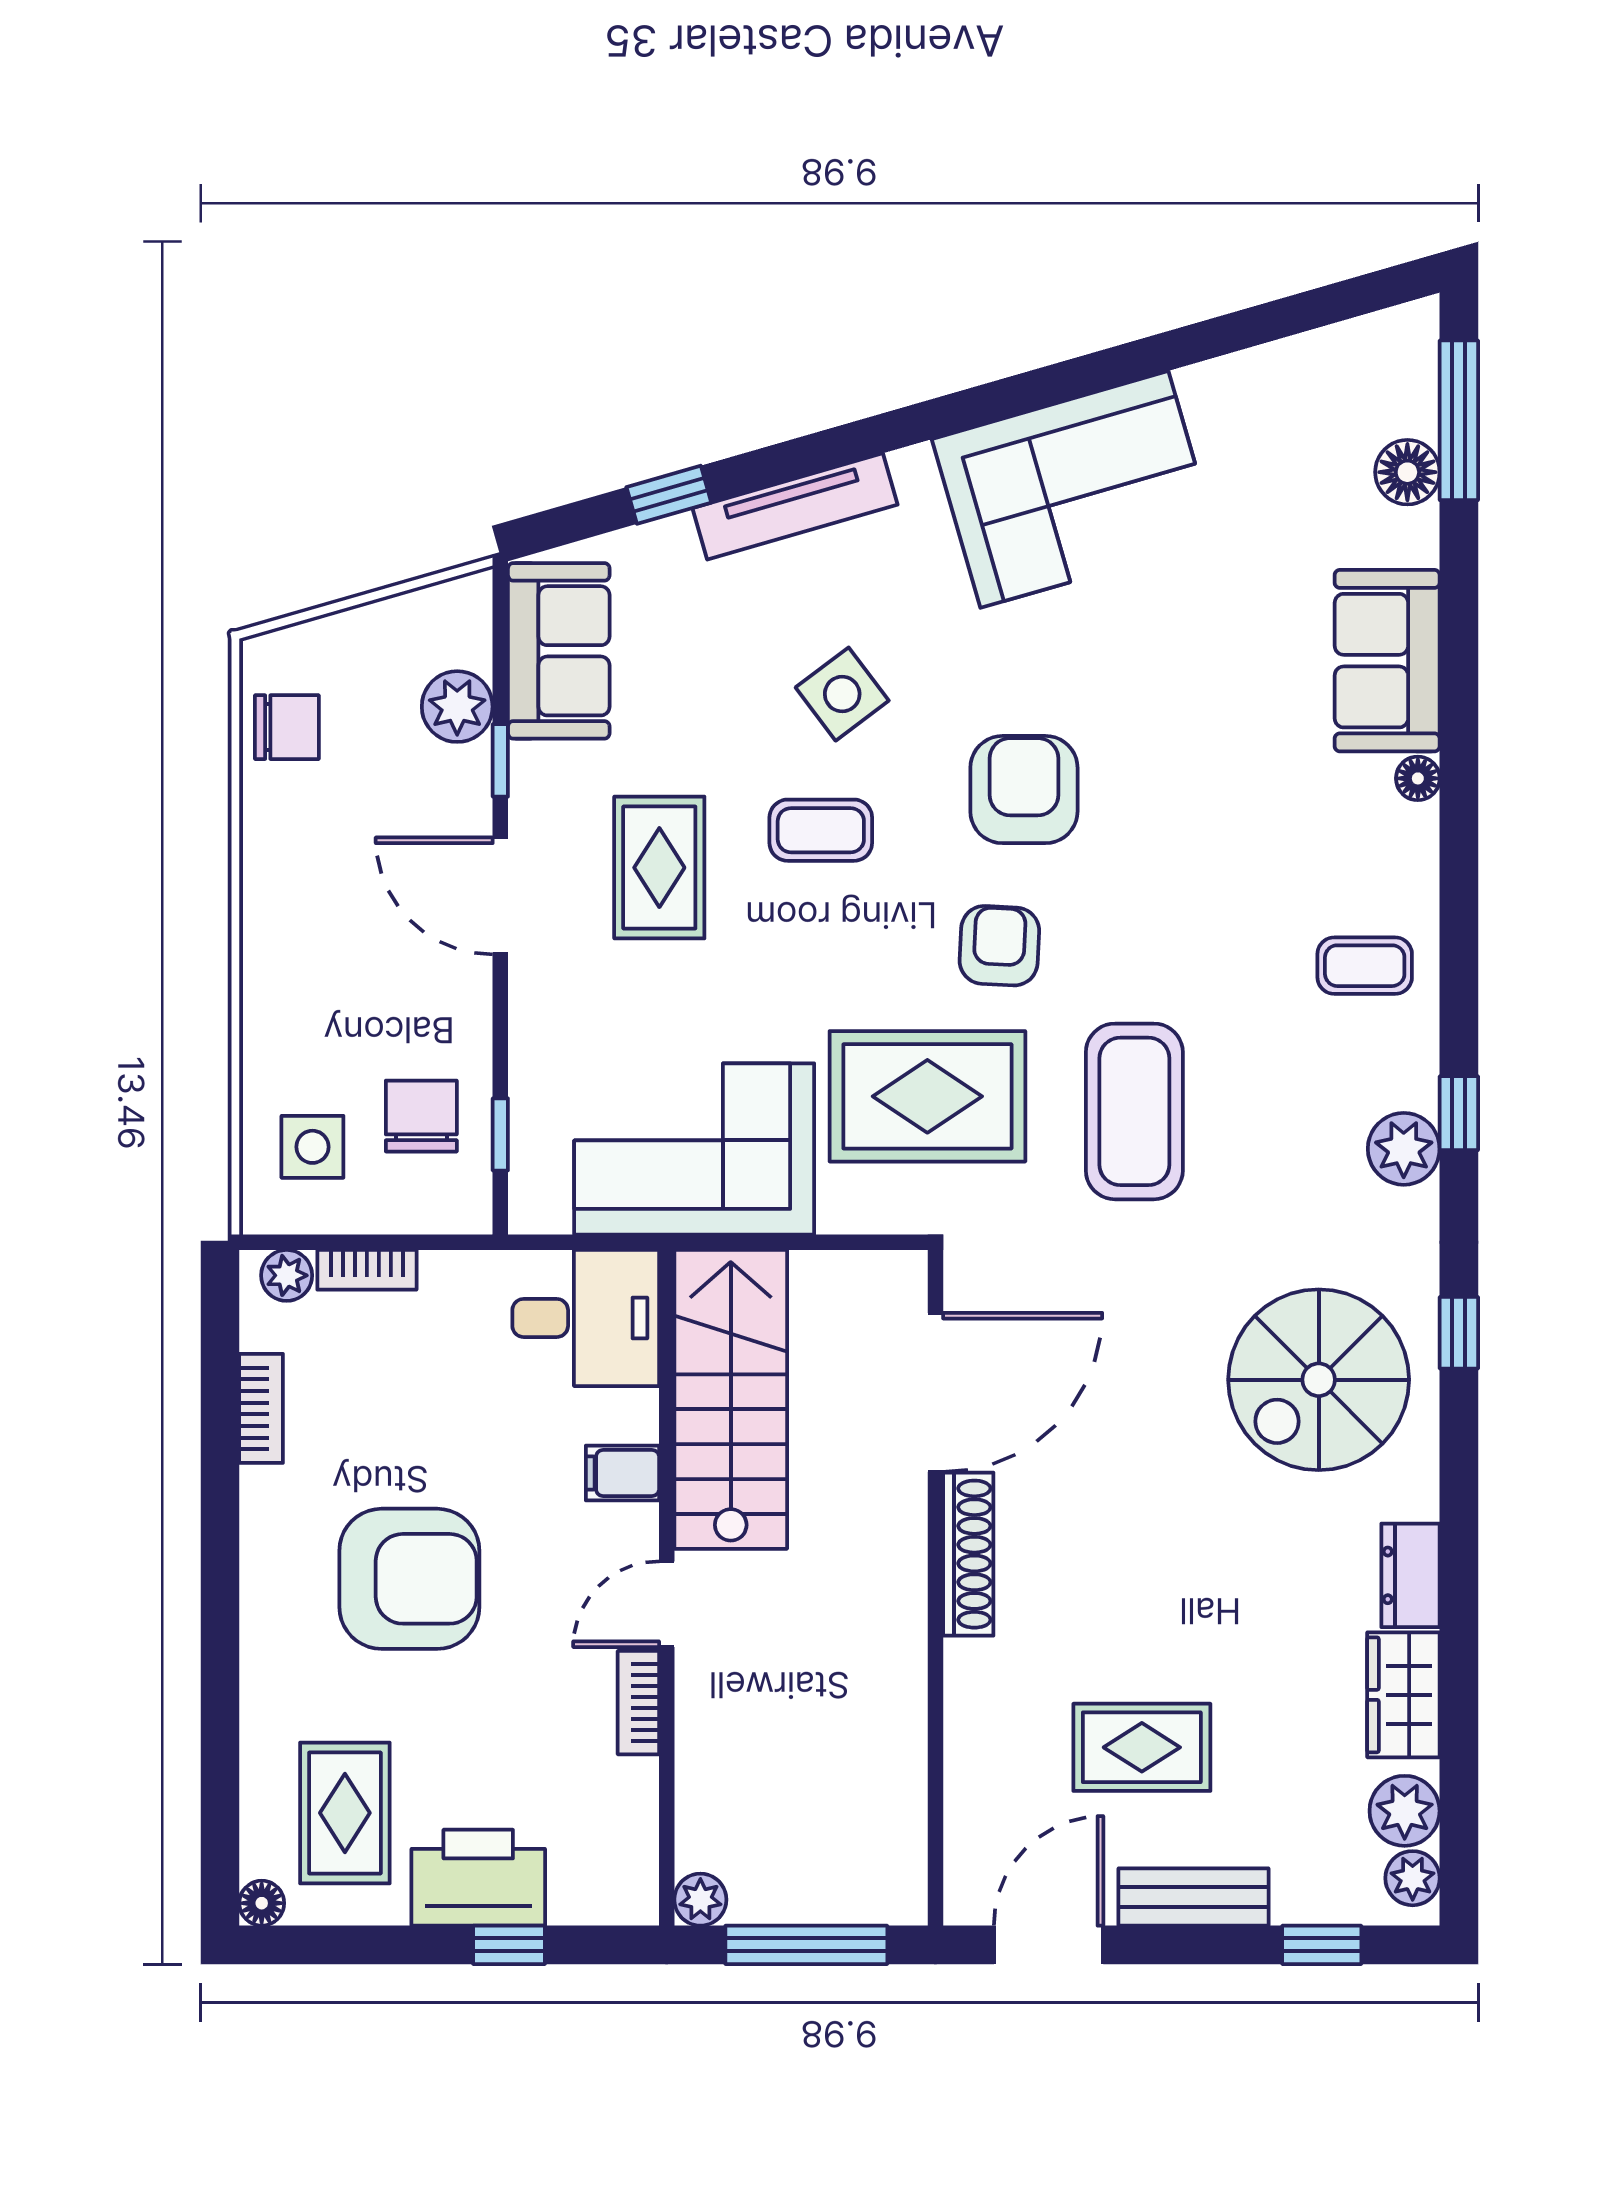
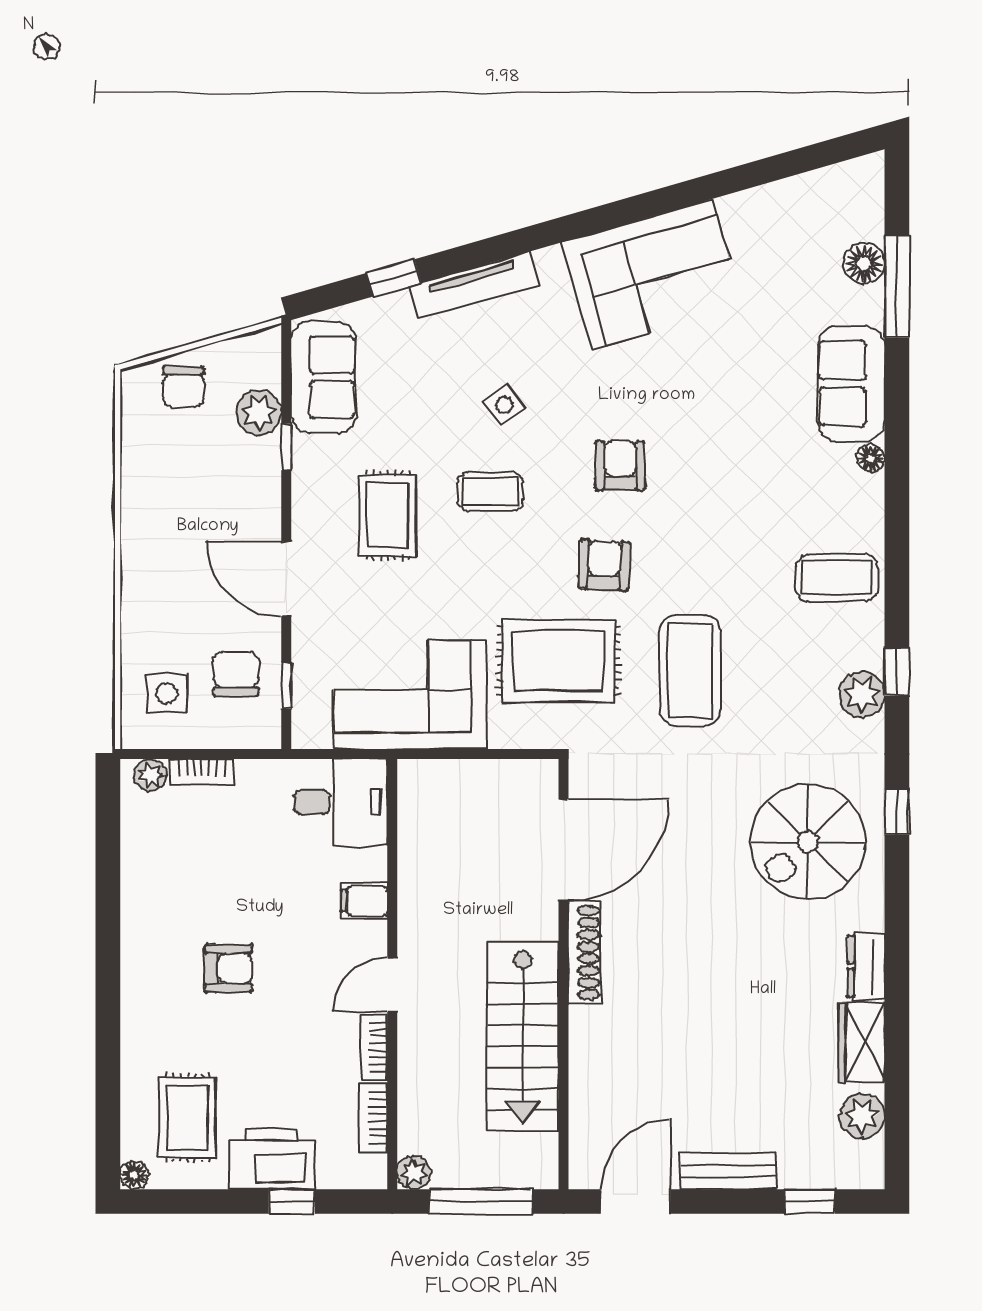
window: (1459, 420) -> (897, 287), moved
side table: (842, 694) -> (504, 405), width x0.73, depth x0.73
chair: (287, 727) -> (183, 387), moved, turned 90
armchair: (1024, 790) -> (620, 466), width x0.72, depth x0.72
door: (500, 896) -> (286, 579), moved
coffee table: (1365, 966) -> (837, 578), width x1.36, depth x1.30
stairs: (731, 1399) -> (523, 1036), moved, turned 180
bookcase: (261, 1408) -> (374, 1118), moved, turned 180
armchair: (409, 1579) -> (228, 968), width x0.53, depth x0.53
rug: (1142, 1747) -> (695, 1076), removed
plant: (1413, 1878) -> (867, 1159), removed

